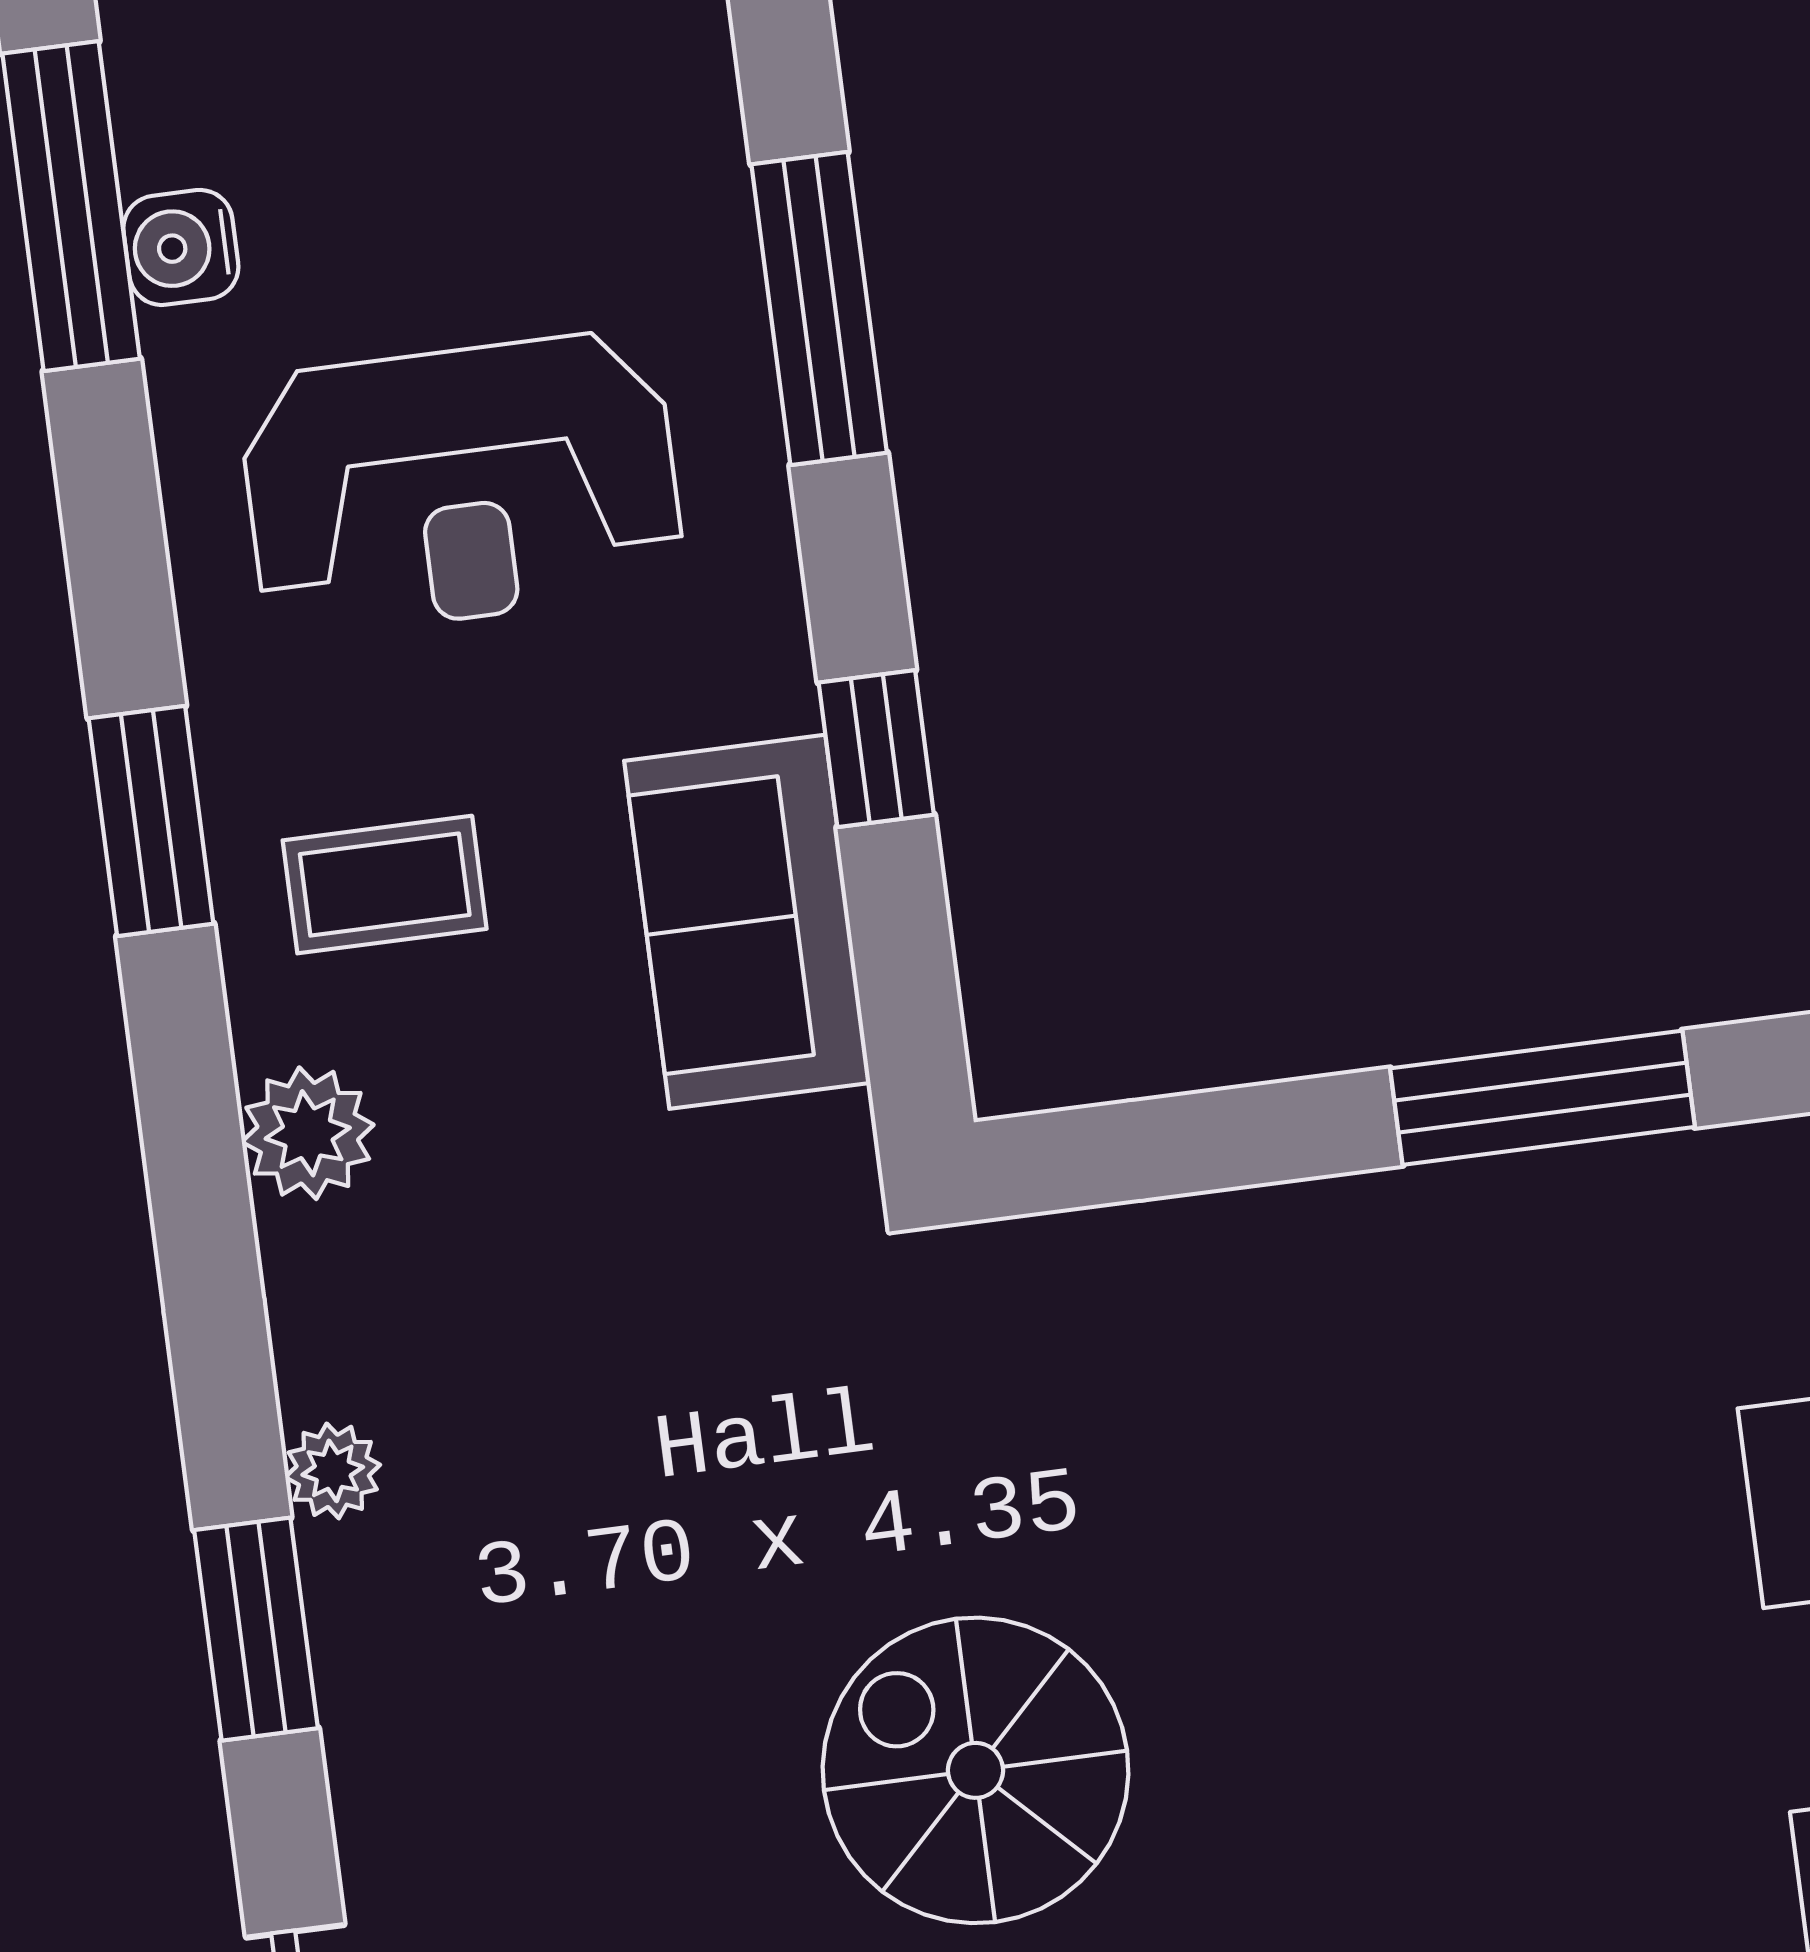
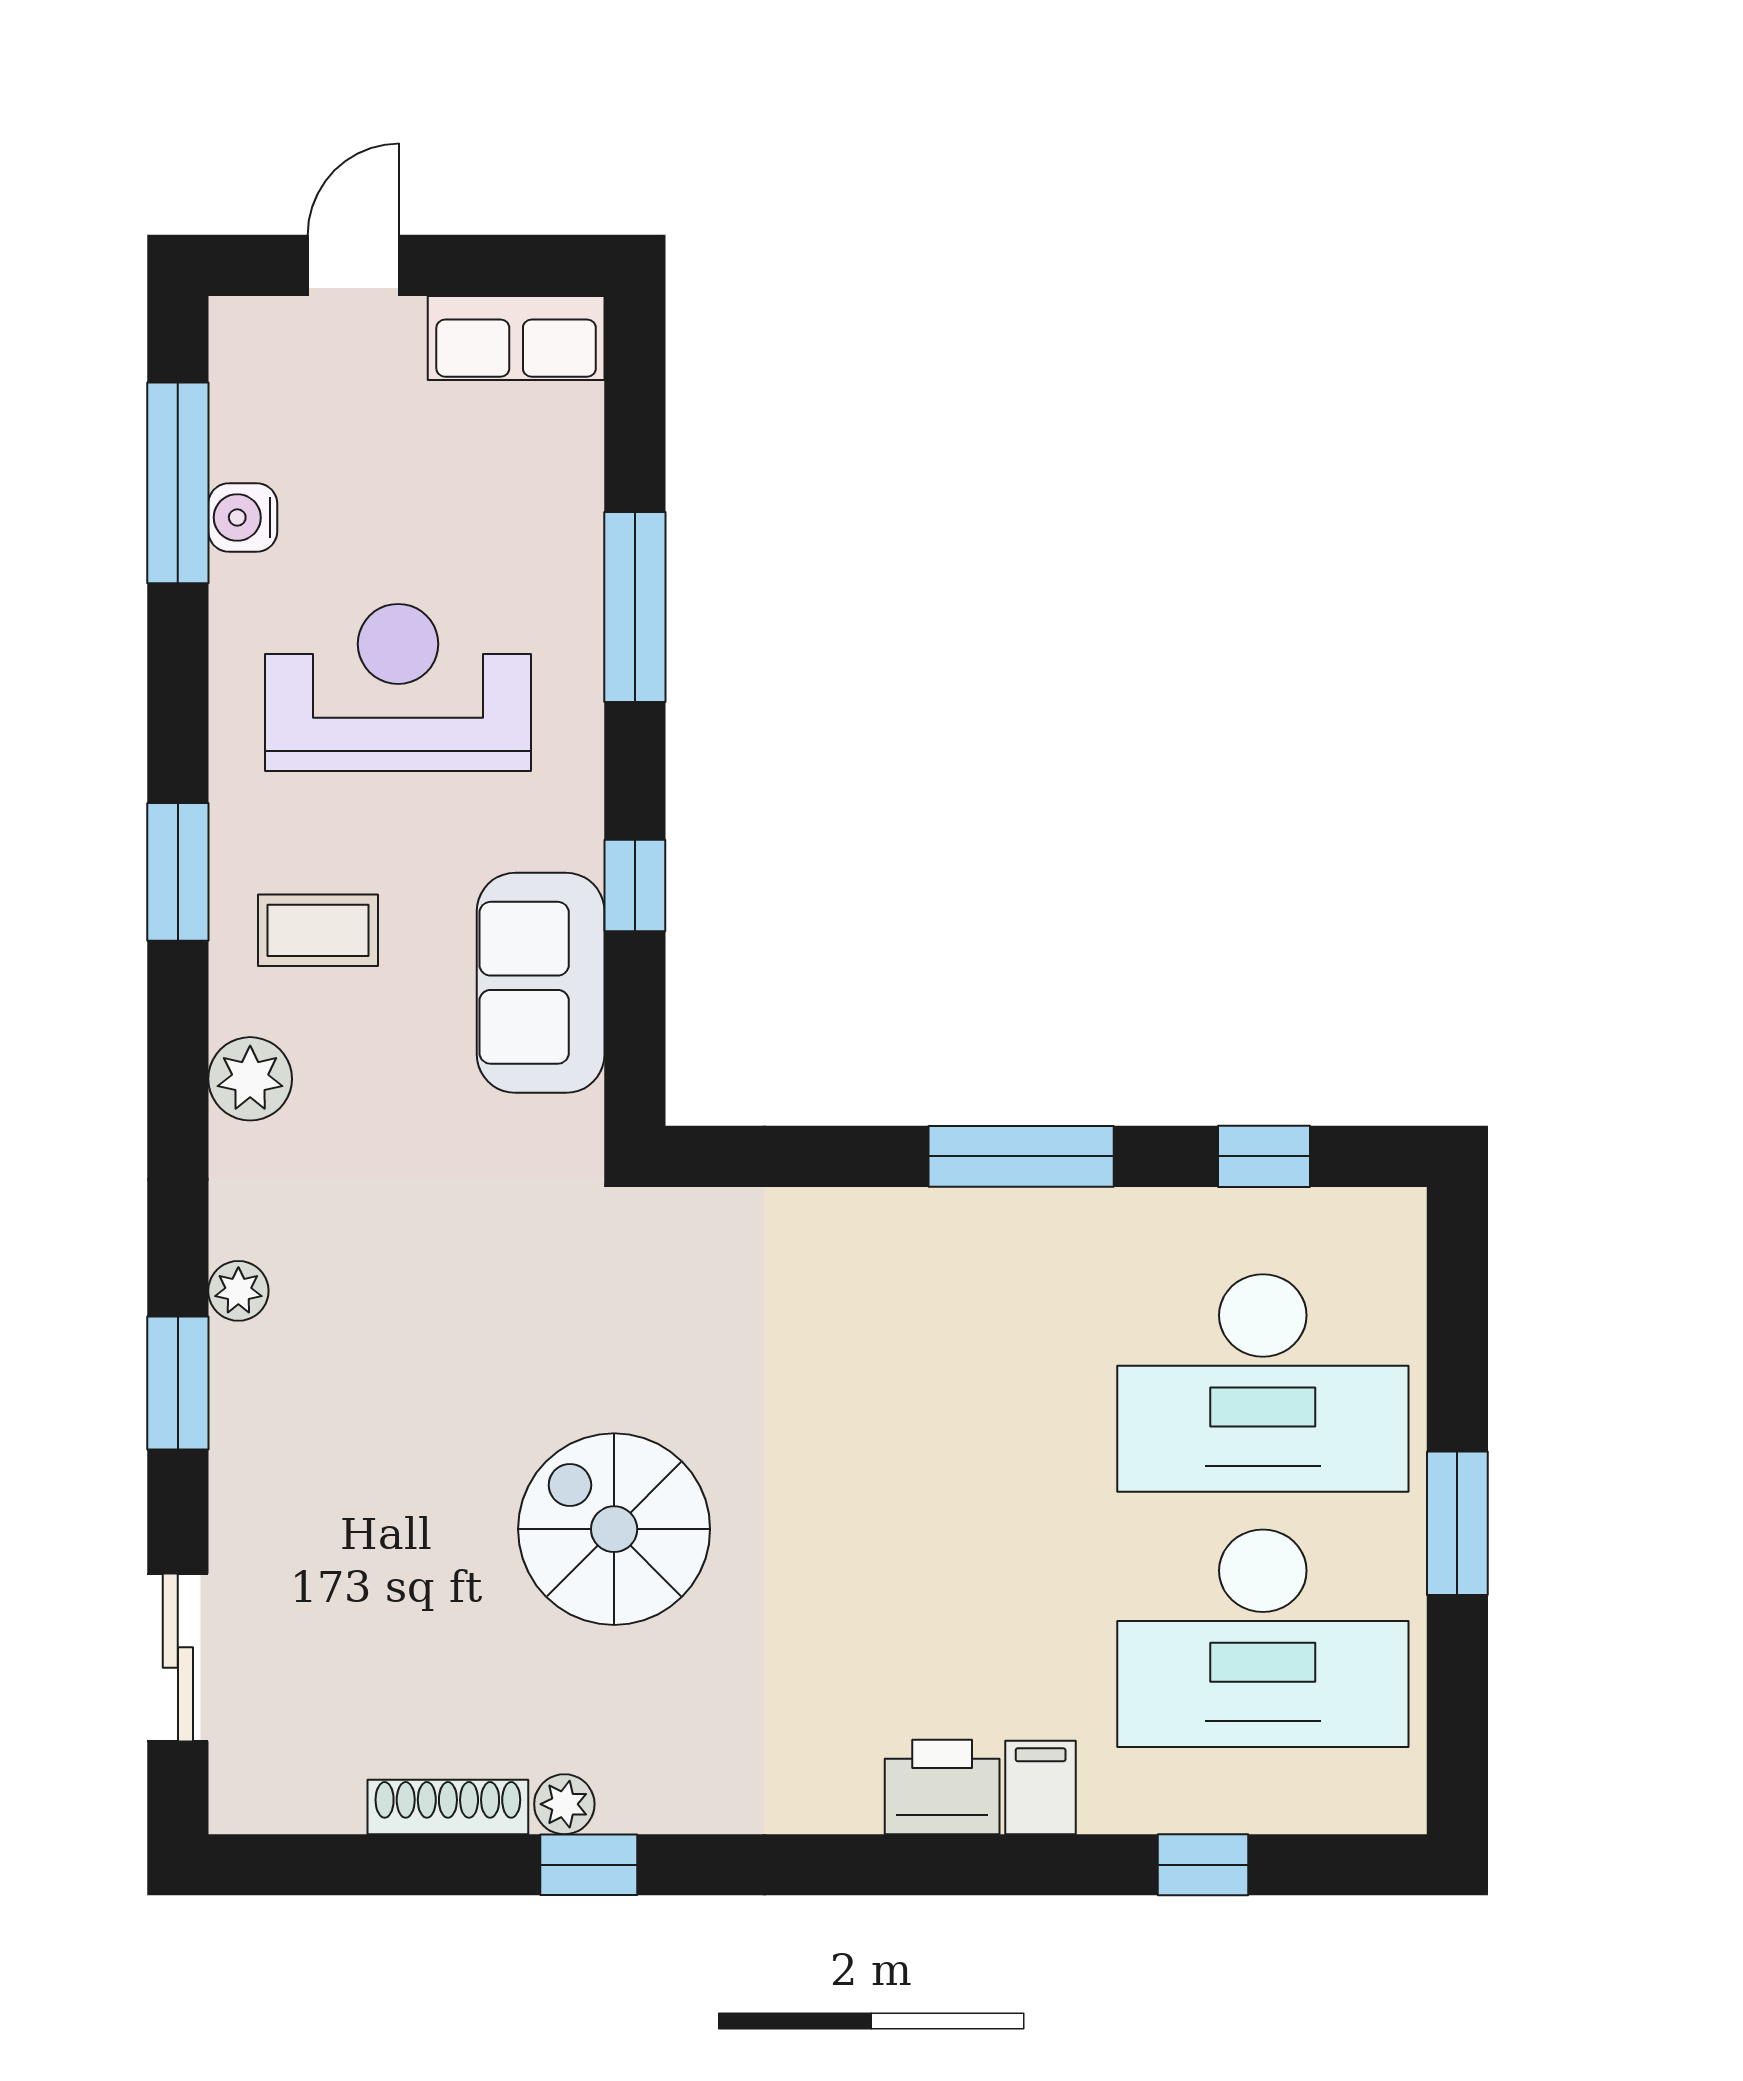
reception desk: (461, 484) -> (398, 687), turned 180

